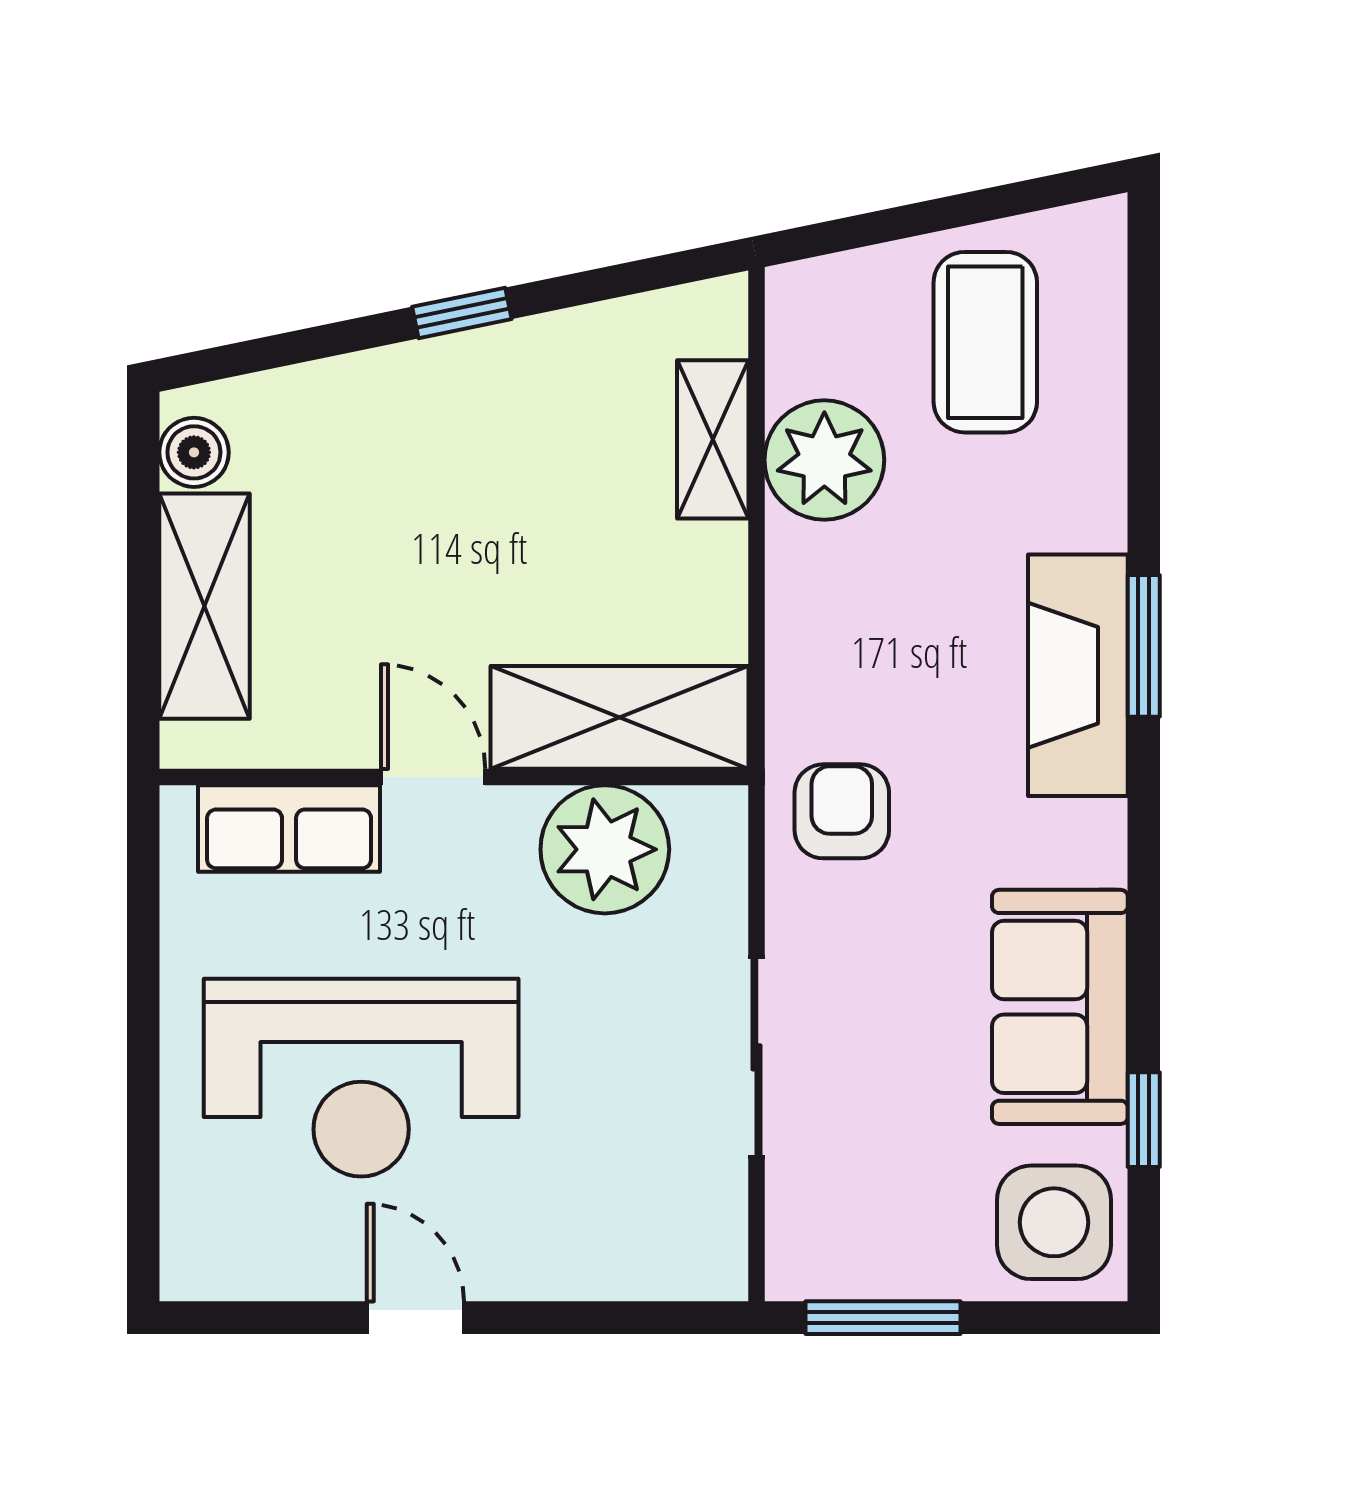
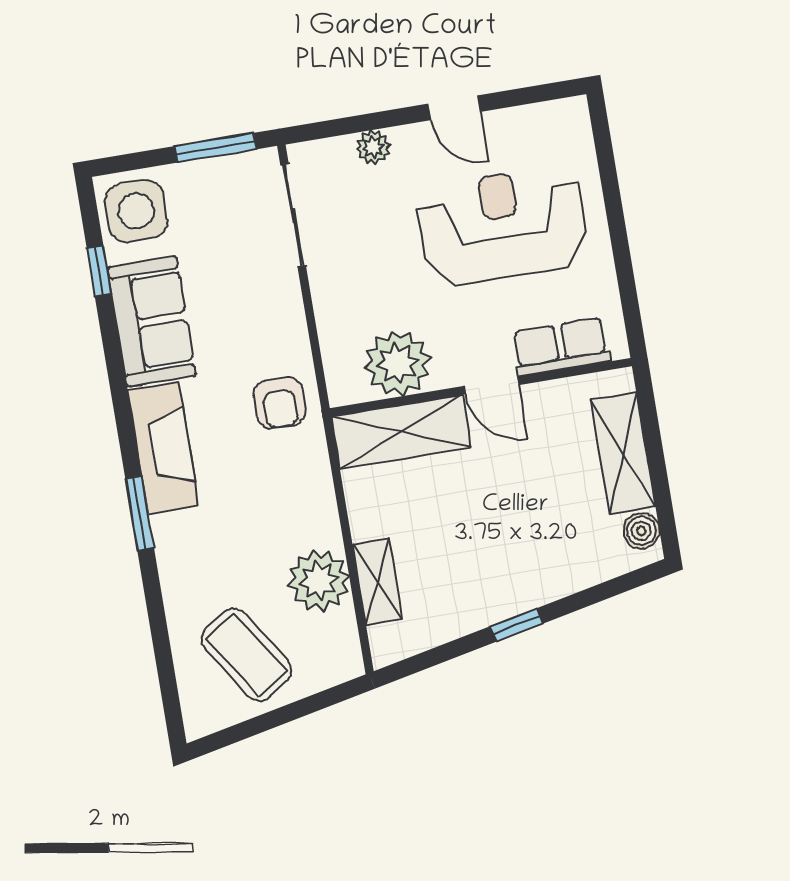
coffee table: (985, 342) -> (247, 655), turned -33
fireplace: (1078, 675) -> (163, 448), moved
sliding door: (756, 1057) -> (293, 215), moved
plant: (582, 1268) -> (373, 147), added

